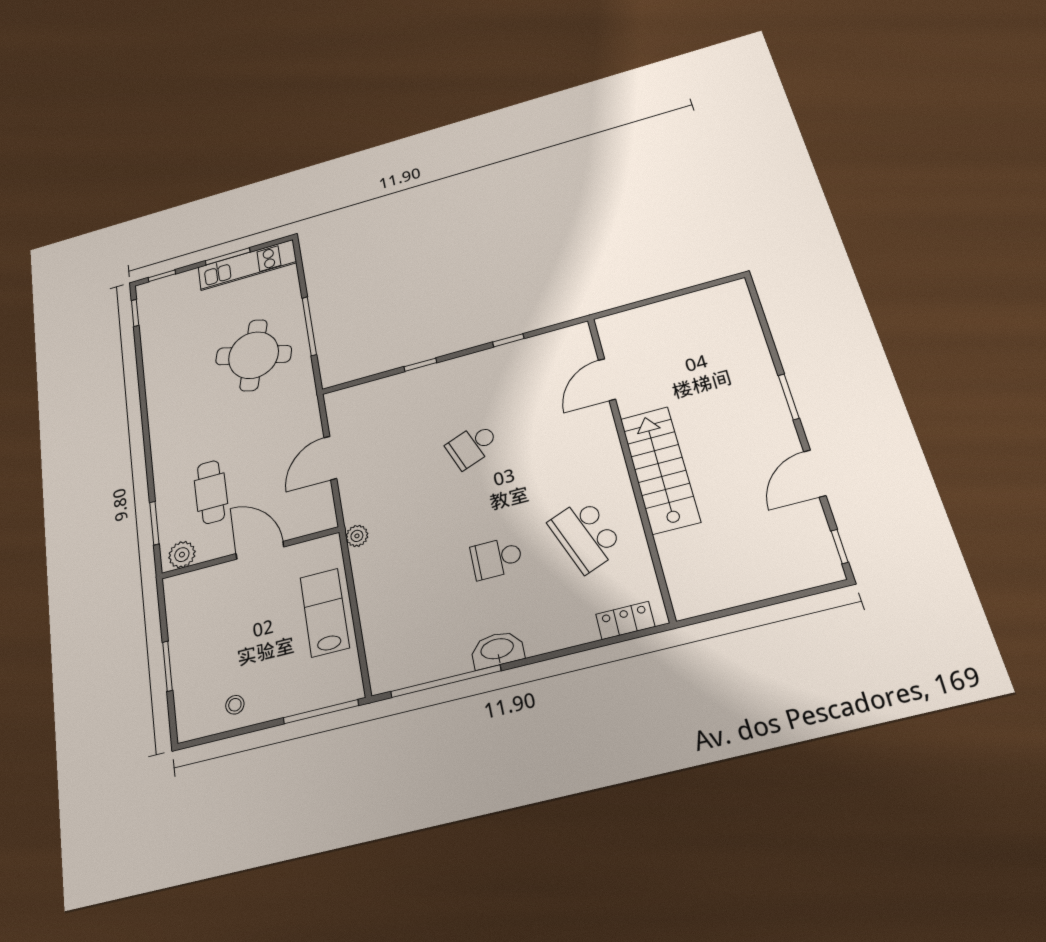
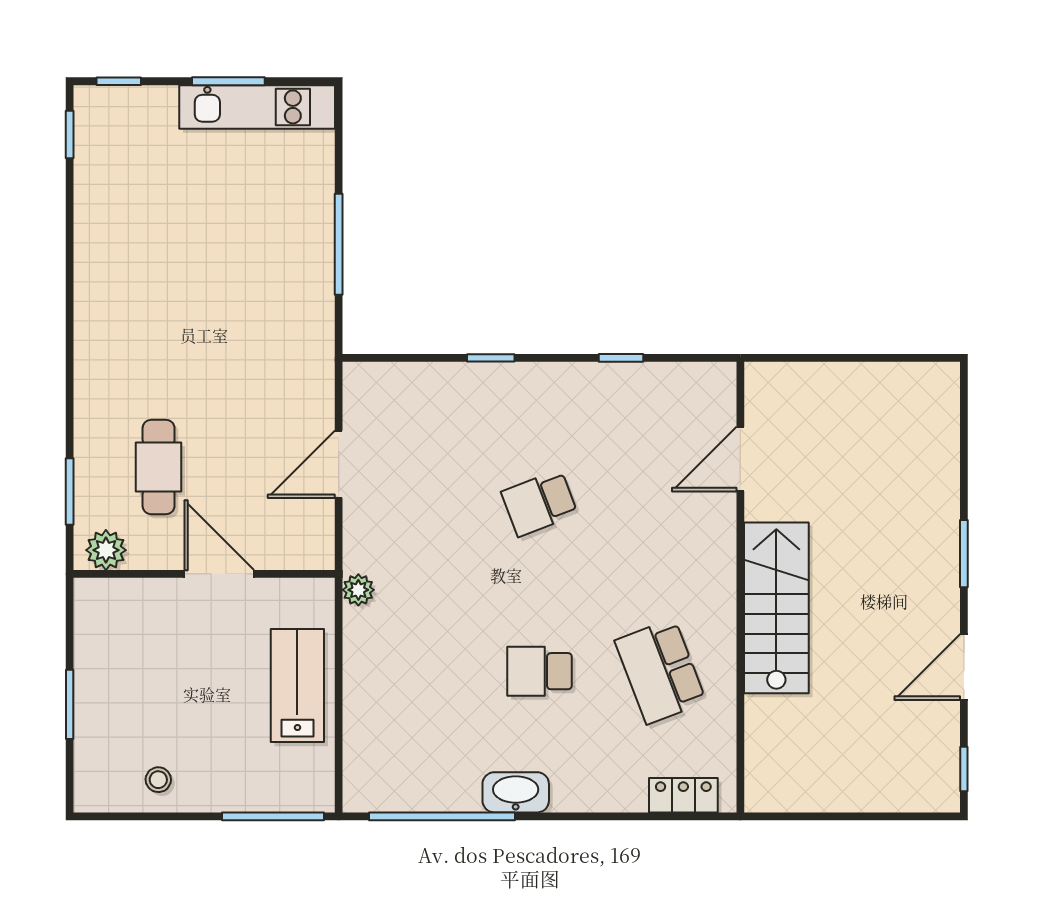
round table: (254, 355) -> (248, 266), removed

